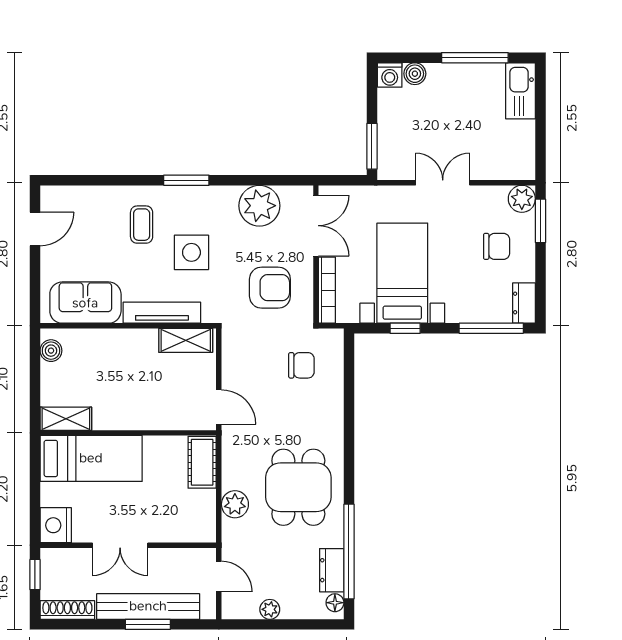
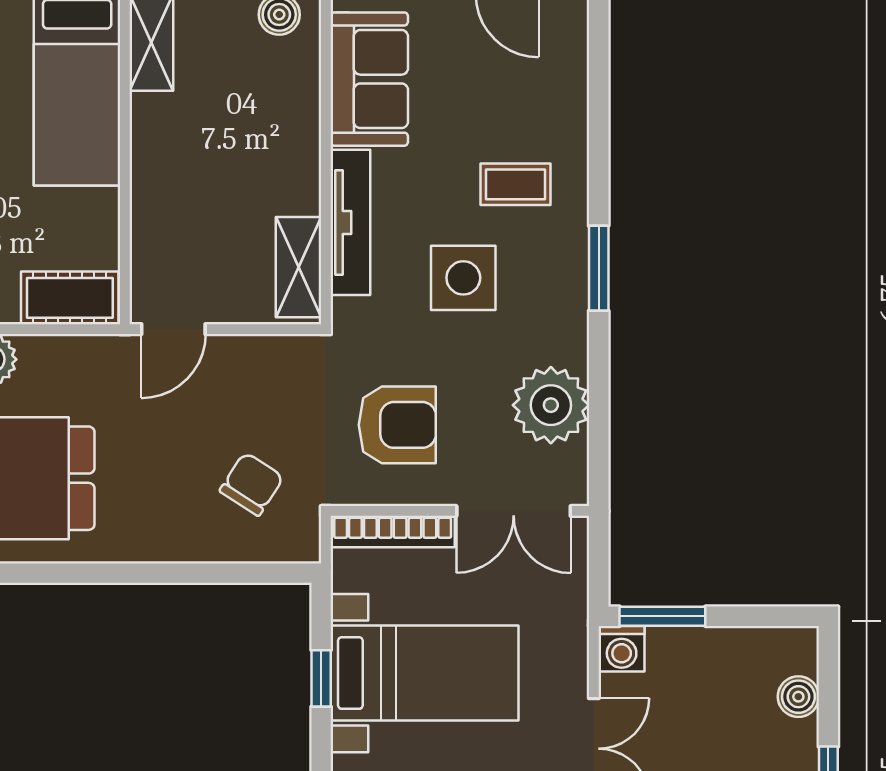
washing machine: (390, 75) -> (622, 649), moved, turned -90
armchair: (270, 288) -> (397, 425), turned -90
chair: (301, 365) -> (252, 484), turned -147

